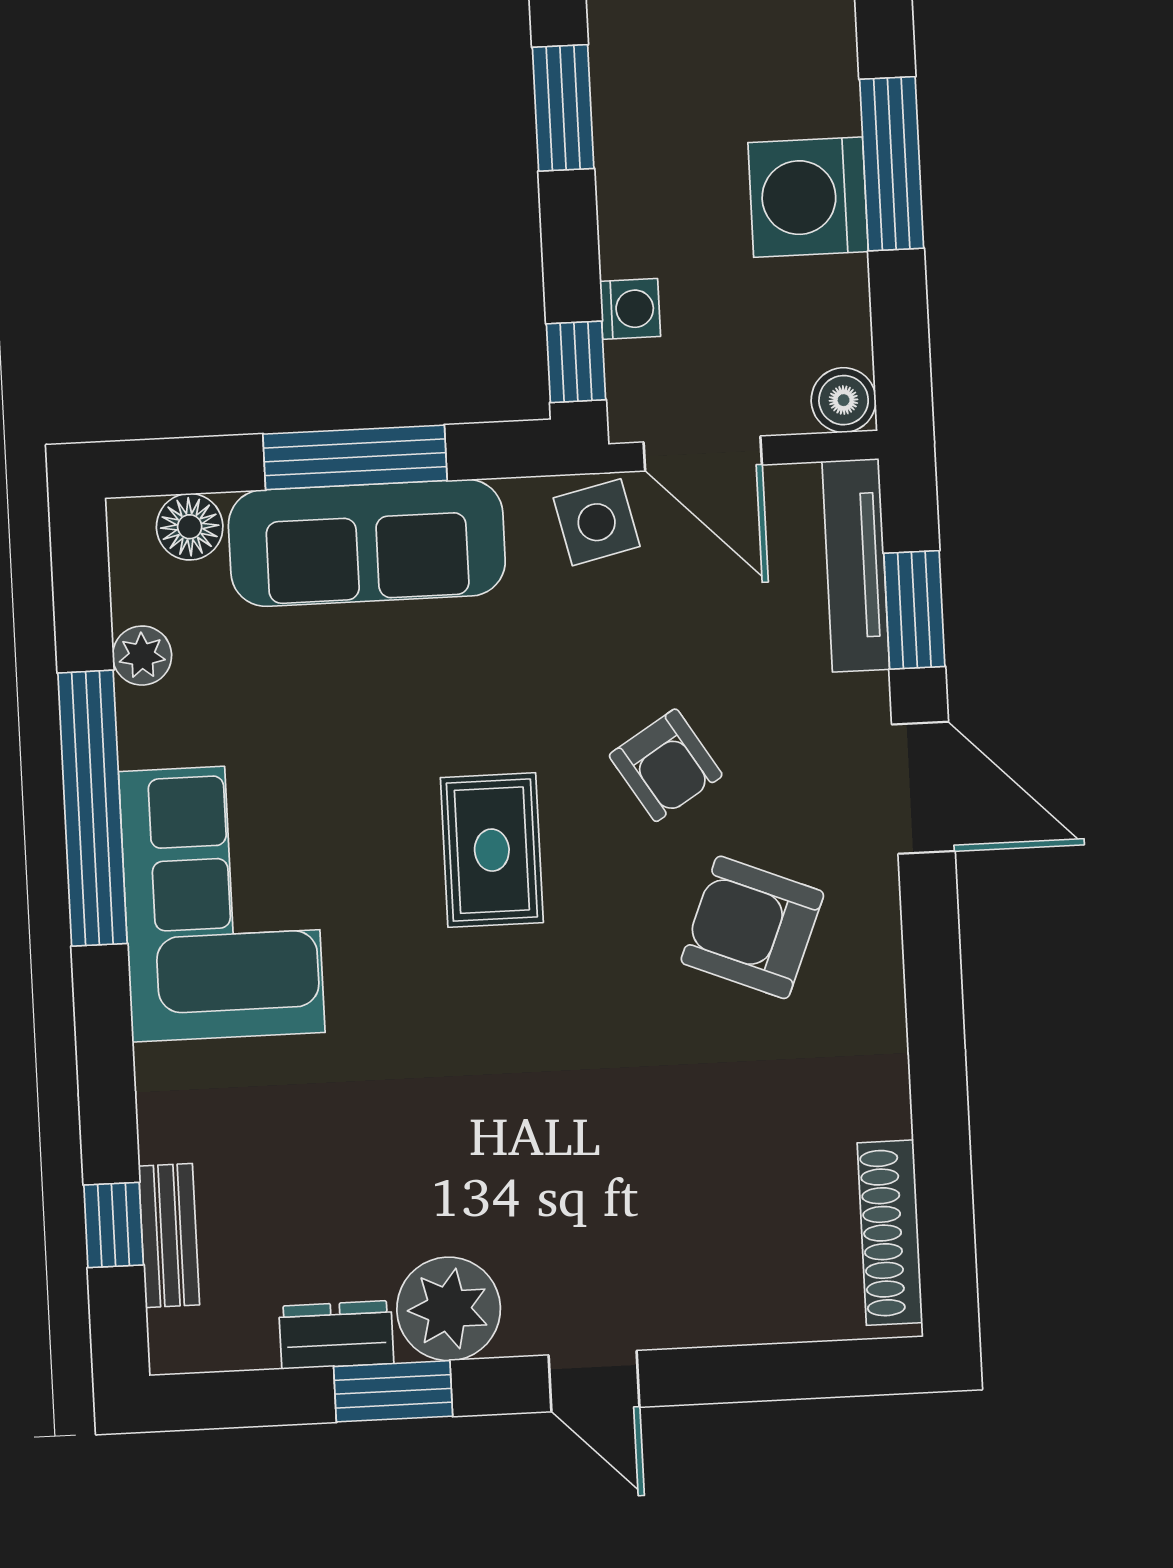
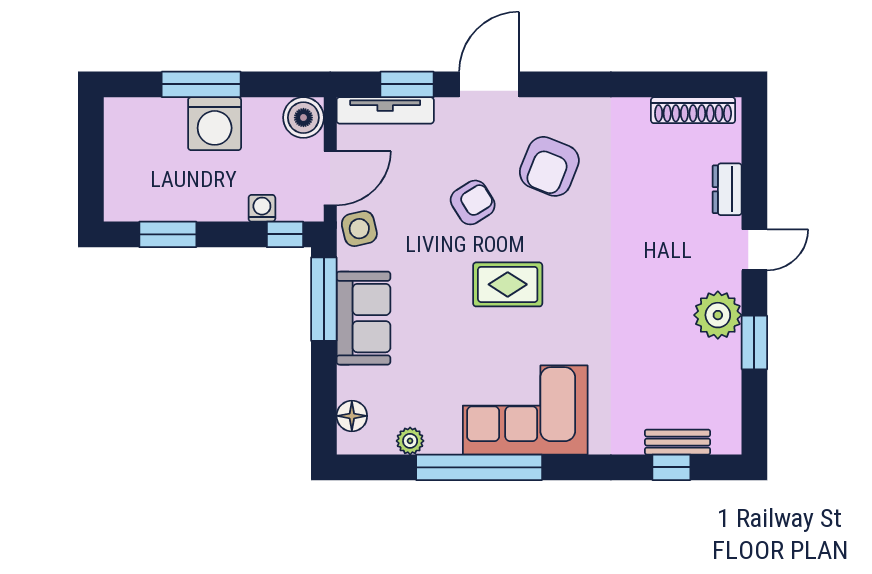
boiler: (844, 400) -> (303, 118), width x1.36, depth x1.36
window: (355, 457) -> (324, 299), moved
sofa: (367, 543) -> (363, 318), width x0.73
dresser: (336, 1335) -> (727, 189), moved

